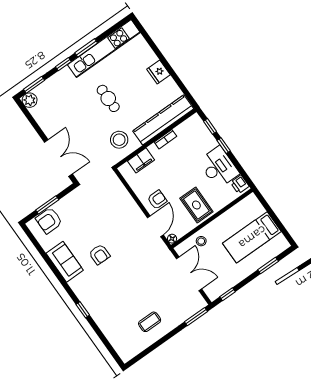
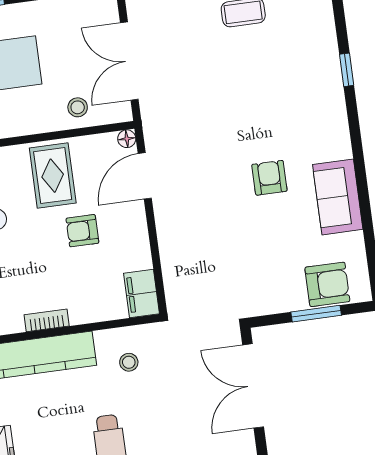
stool: (119, 140) -> (129, 362), width x0.53, depth x0.53
filing cabinet: (141, 160) -> (142, 294), moved, turned -90
armchair: (157, 200) -> (82, 231), moved
window: (83, 310) -> (347, 70), moved

